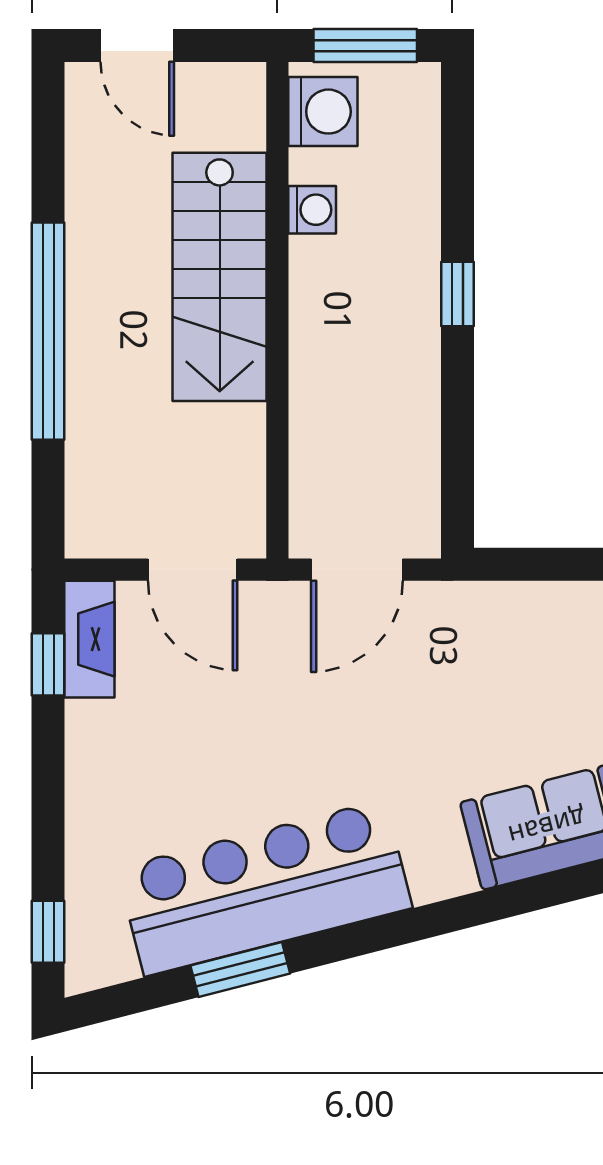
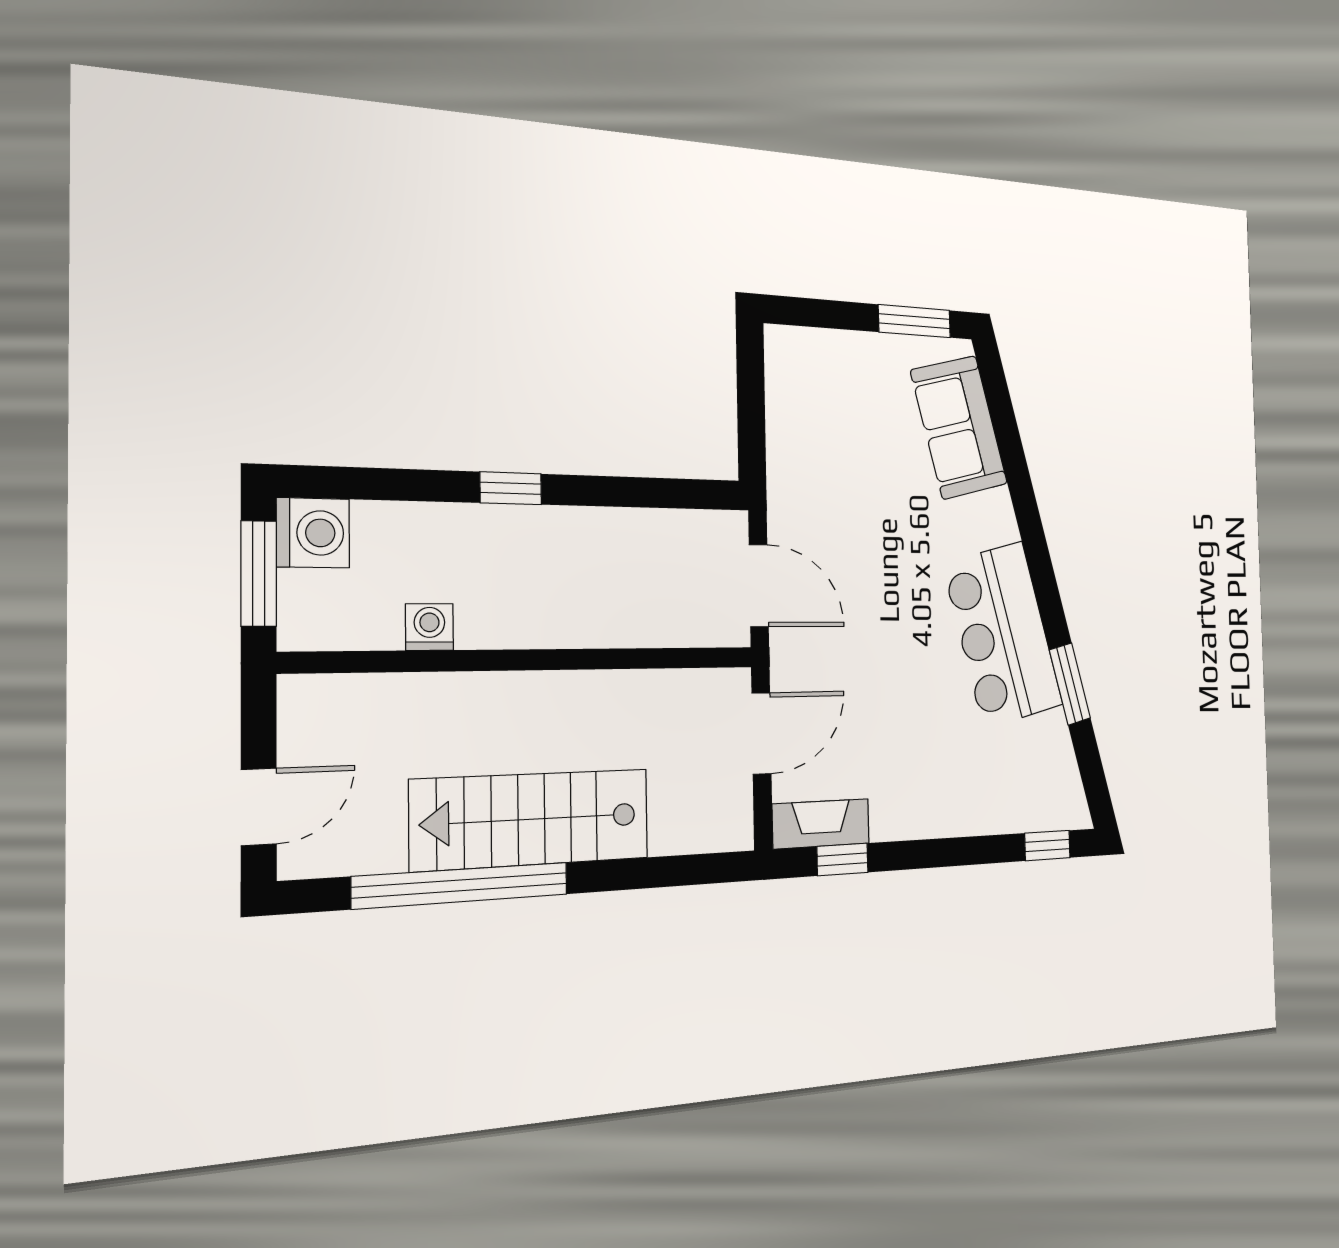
washing machine: (323, 112) -> (313, 533), moved, turned 90
stairs: (220, 277) -> (531, 819), moved, turned 180
window: (48, 331) -> (461, 885), moved
bar counter: (265, 888) -> (1003, 635), width x0.73

